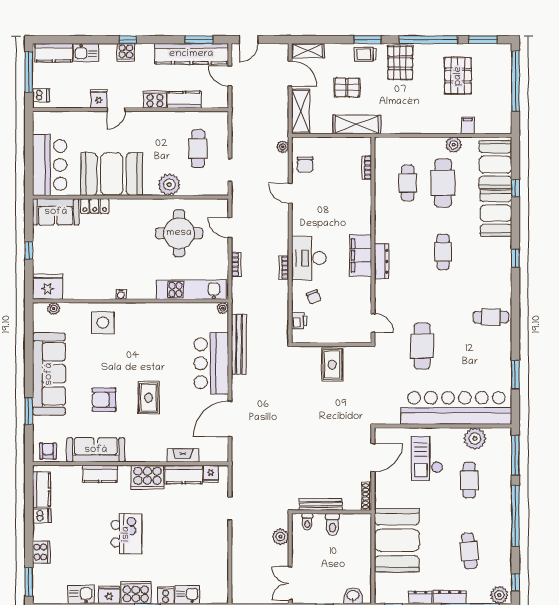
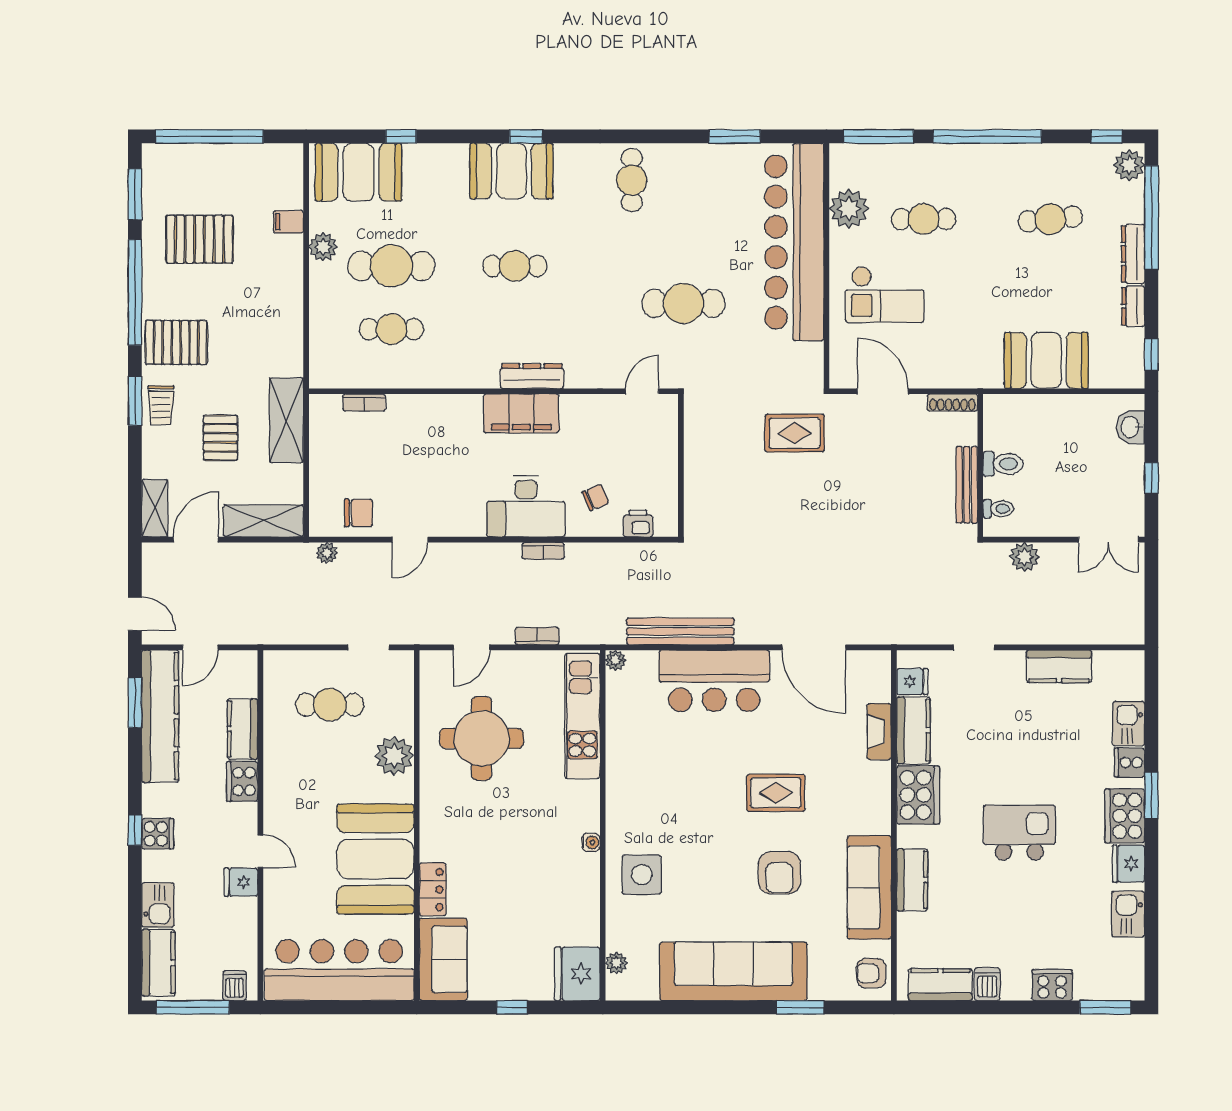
bar counter: (50, 165) -> (339, 970), width x1.36
booth: (496, 213) -> (511, 171), moved
rug: (332, 365) -> (795, 433), moved
booth: (397, 540) -> (1046, 360), width x0.73, depth x0.70
kitchen counter: (219, 556) -> (1059, 666), added

